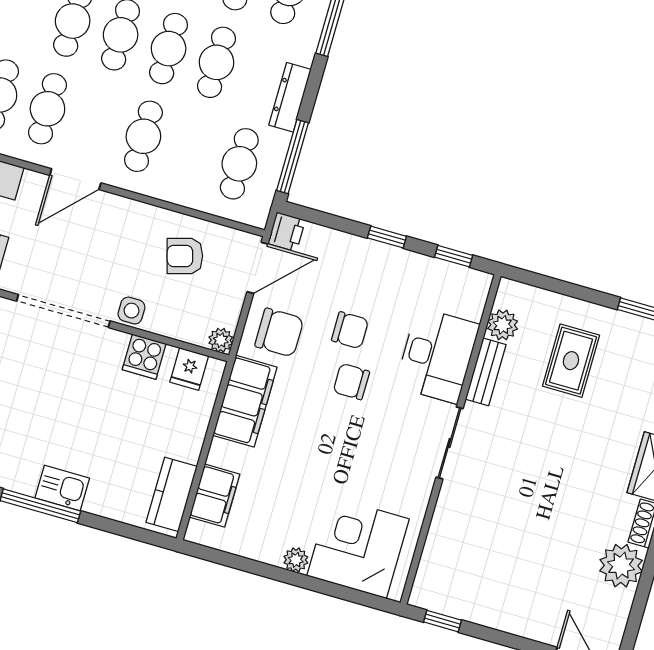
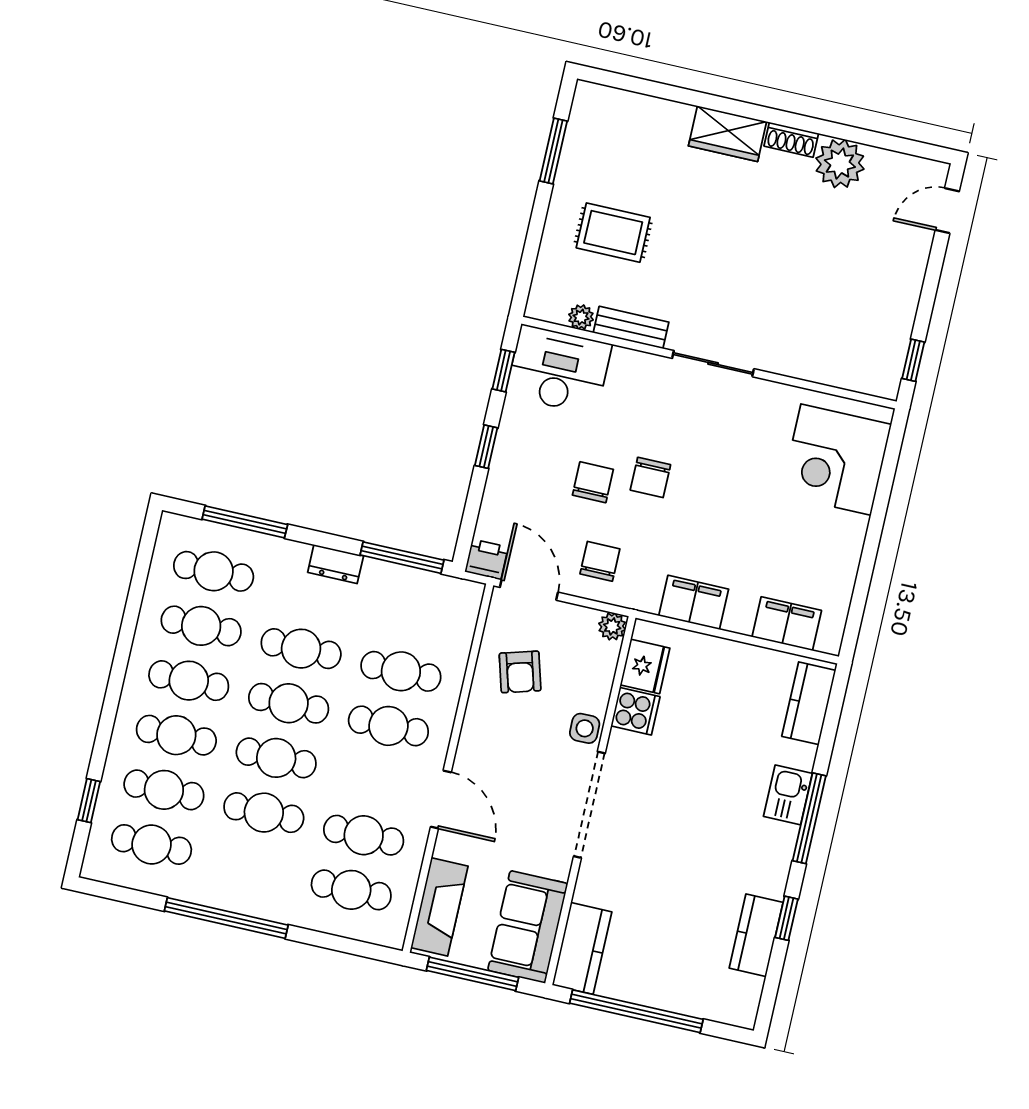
dresser: (290, 97) -> (336, 564), width x0.70
cafe table: (239, 164) -> (401, 671), moved
plant: (503, 325) -> (581, 317), width x0.73, depth x0.73
chair: (279, 332) -> (600, 561), width x0.73, depth x0.73
desk: (437, 355) -> (559, 370), moved
fridge: (189, 369) -> (645, 666), width x1.38
filing cabinet: (245, 401) -> (694, 602), width x0.67, depth x0.86
kitchen counter: (172, 494) -> (809, 703), moved, turned 90
plant: (296, 560) -> (854, 529), removed

